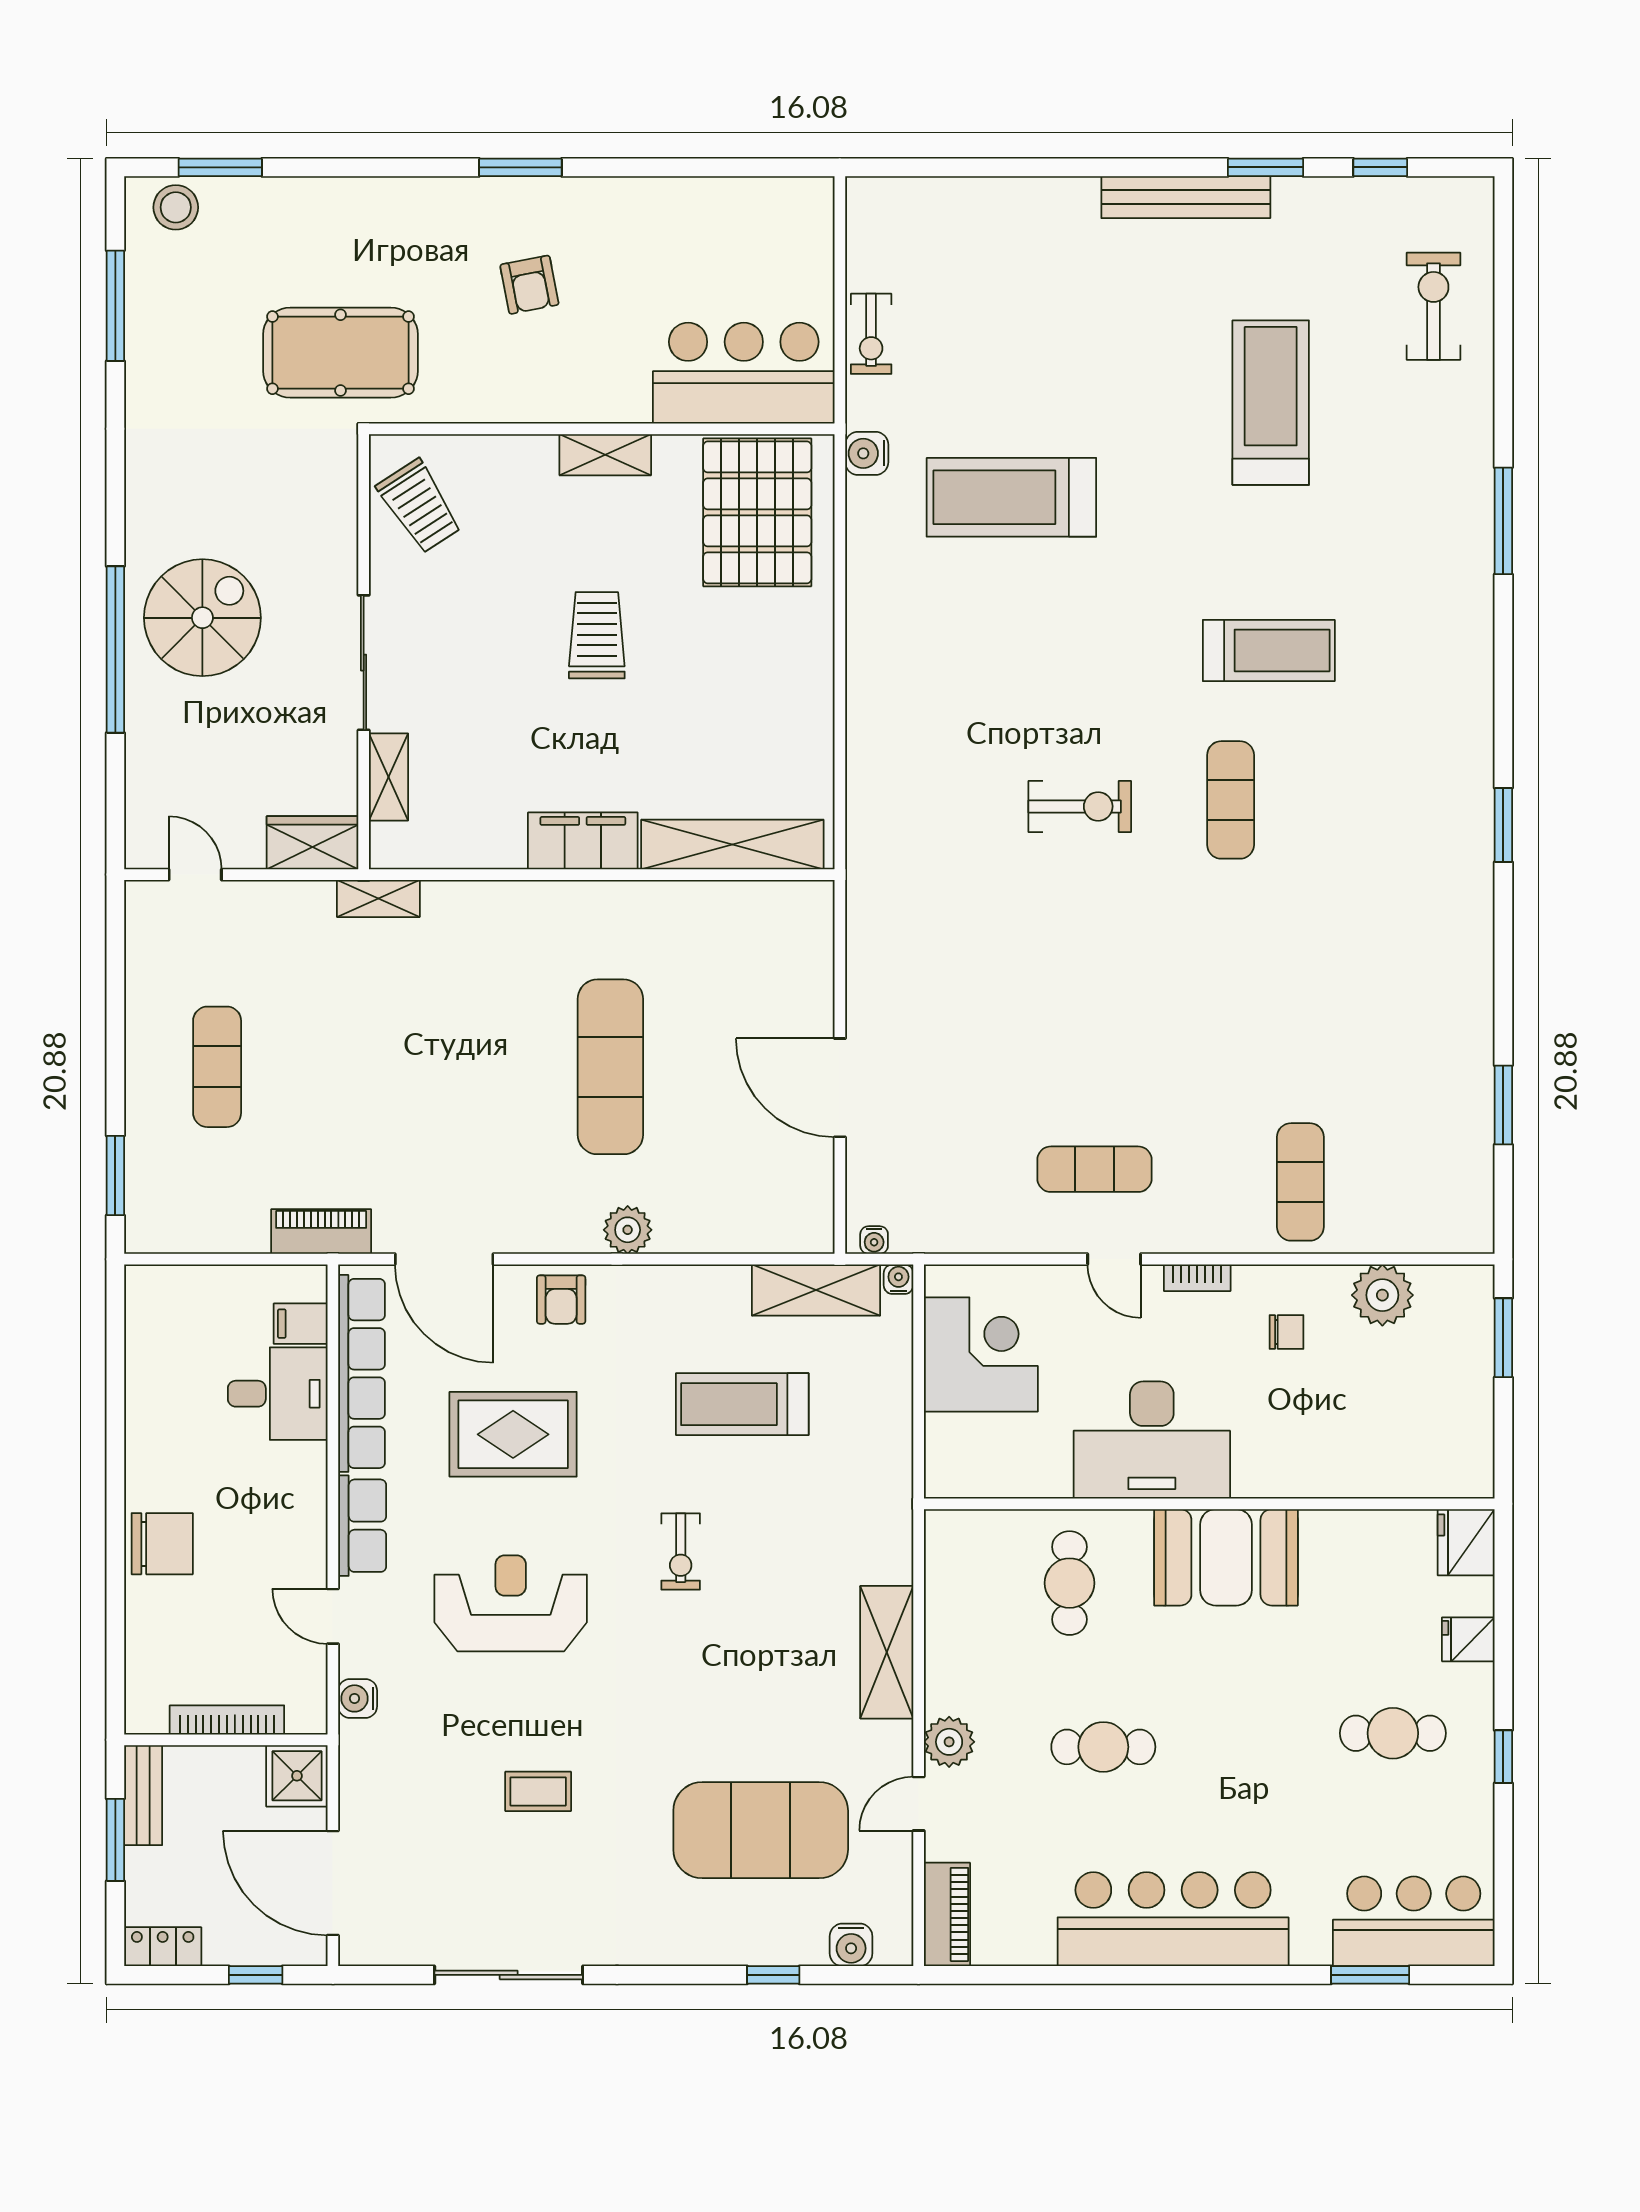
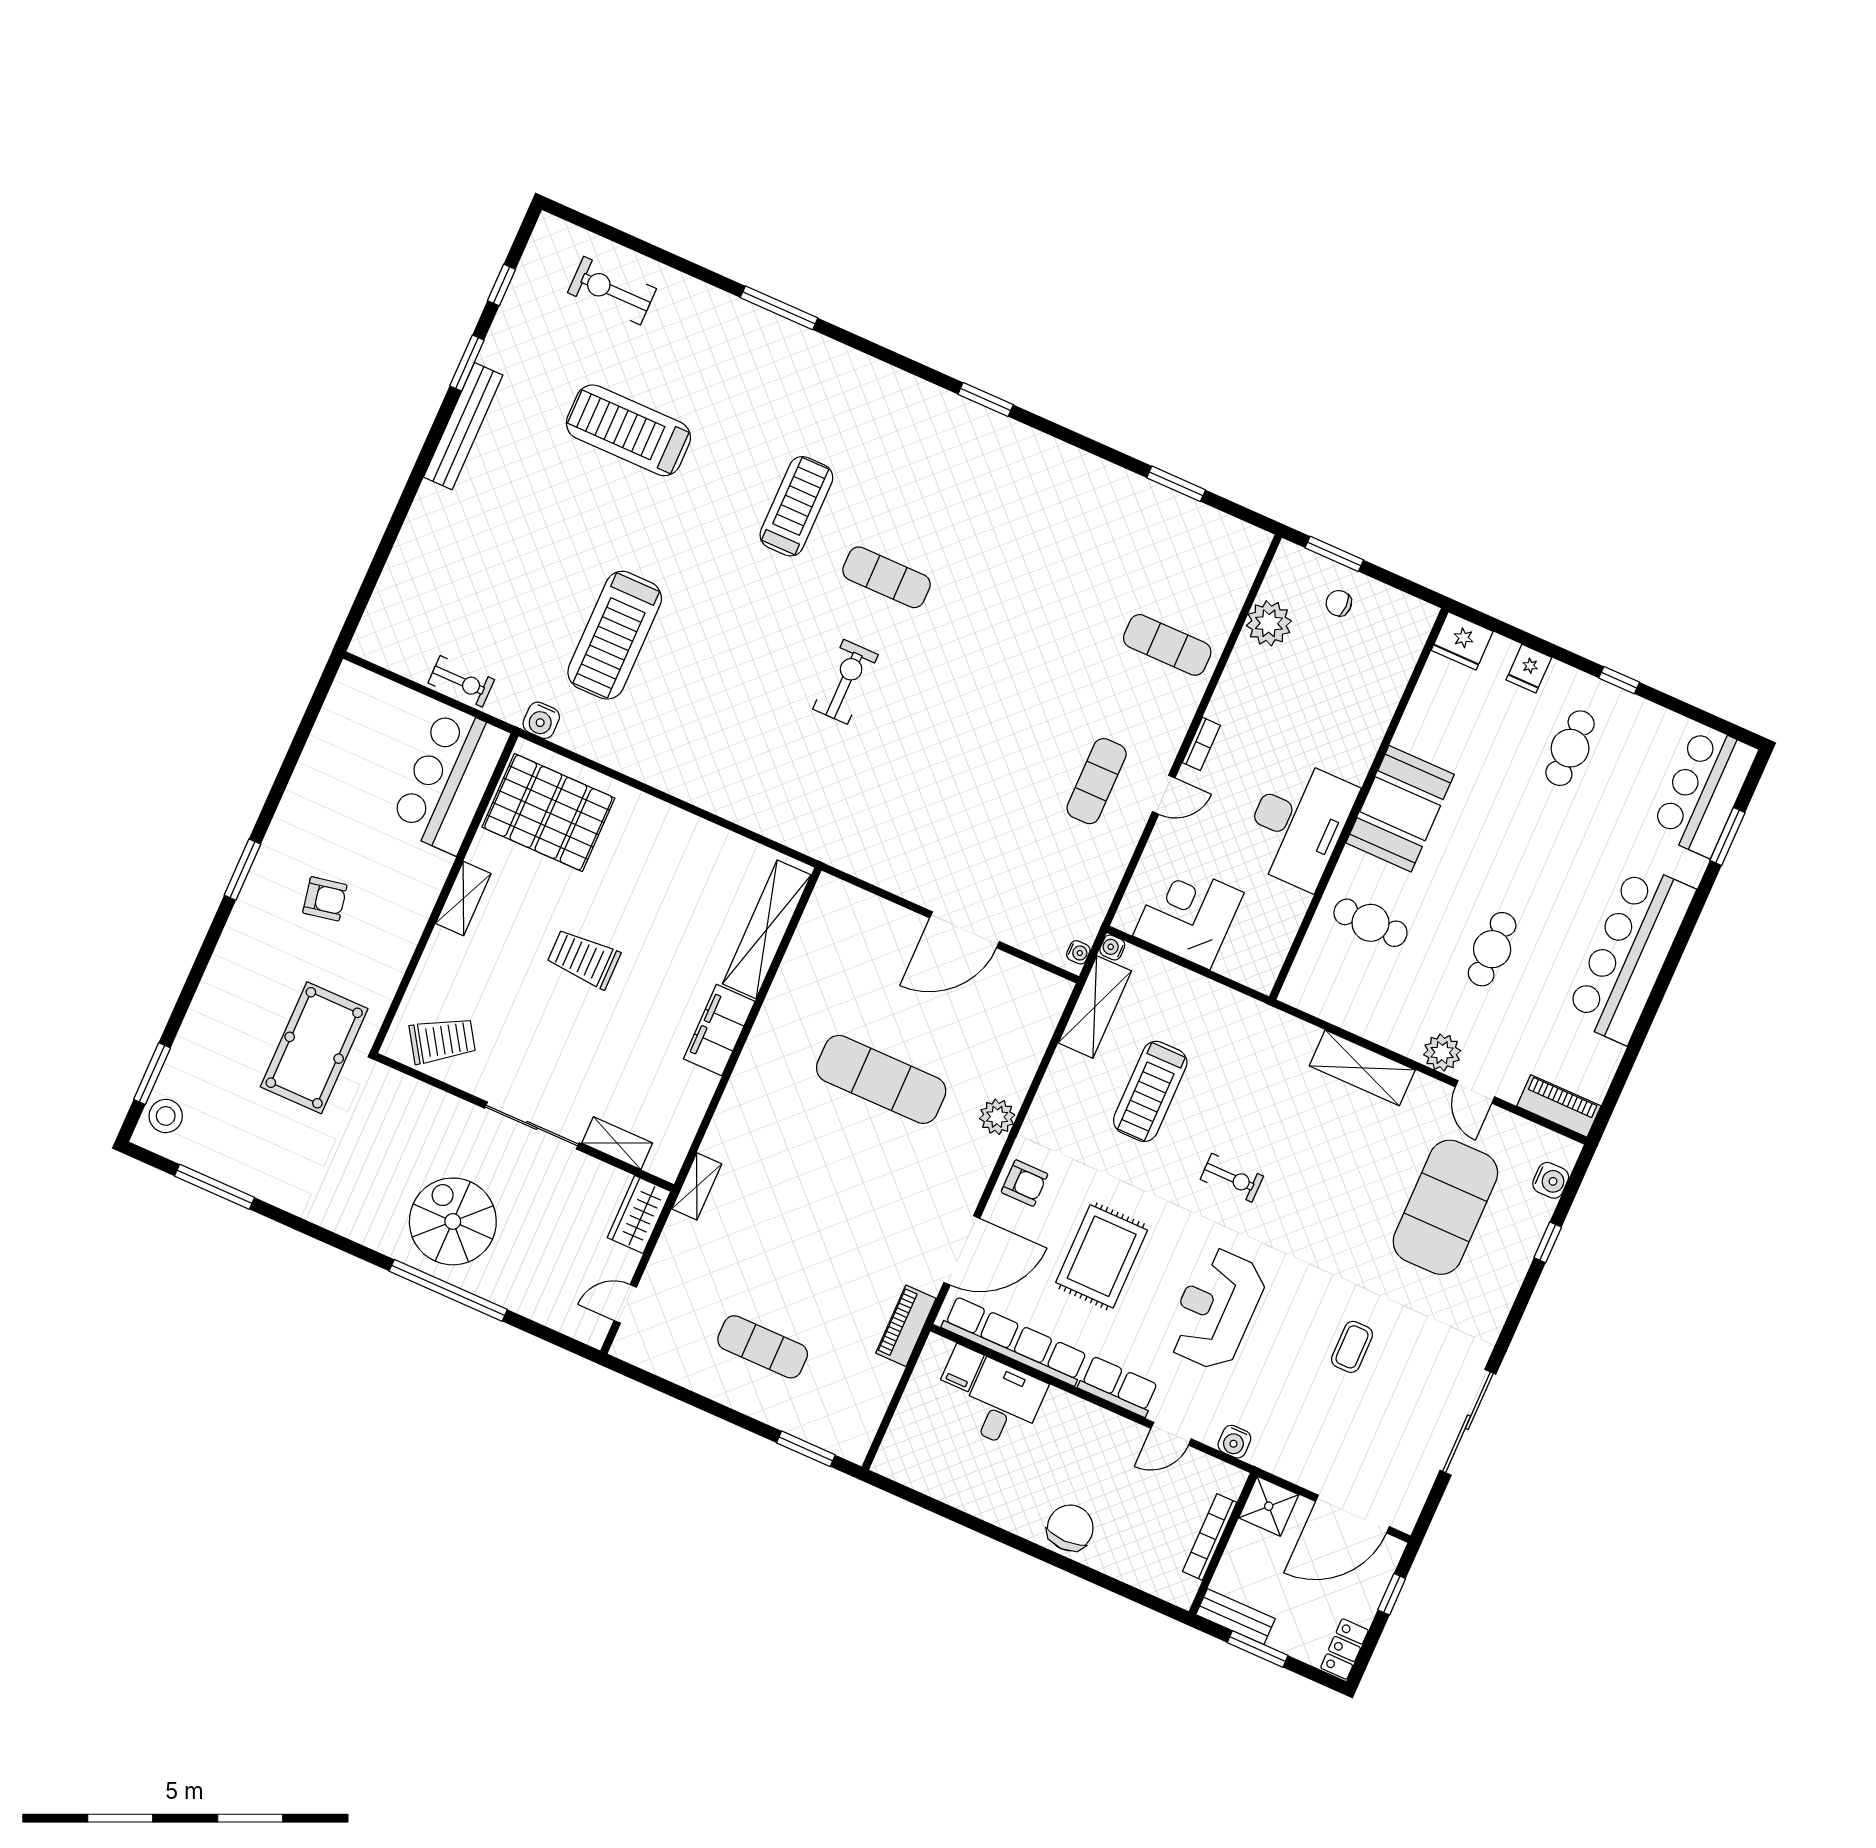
chair: (1287, 1332) -> (1339, 603), moved, turned -90

